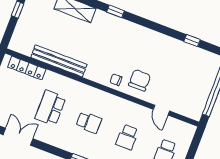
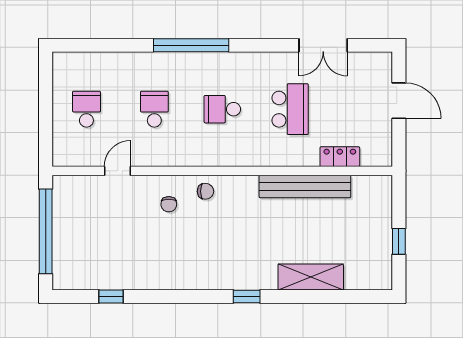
locker: (27, 68) -> (340, 157), width x0.66
chair: (140, 80) -> (169, 204), width x0.54, depth x0.54
door: (161, 110) -> (117, 171), hinge flipped

